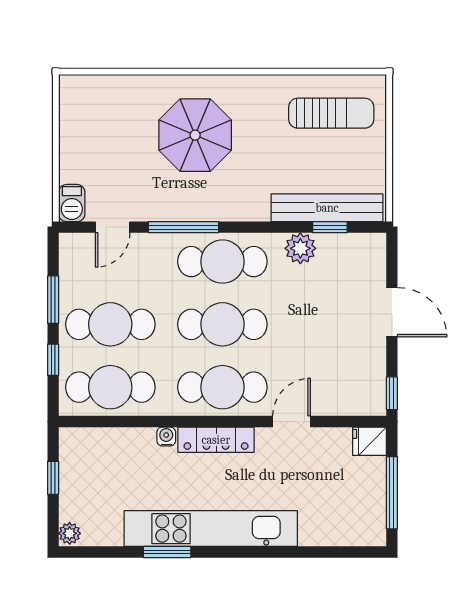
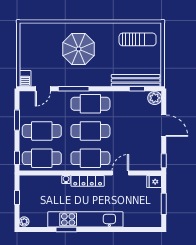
plant: (300, 248) -> (155, 98), moved
window: (53, 360) -> (17, 158), moved
window: (392, 493) -> (164, 204), width x0.69

